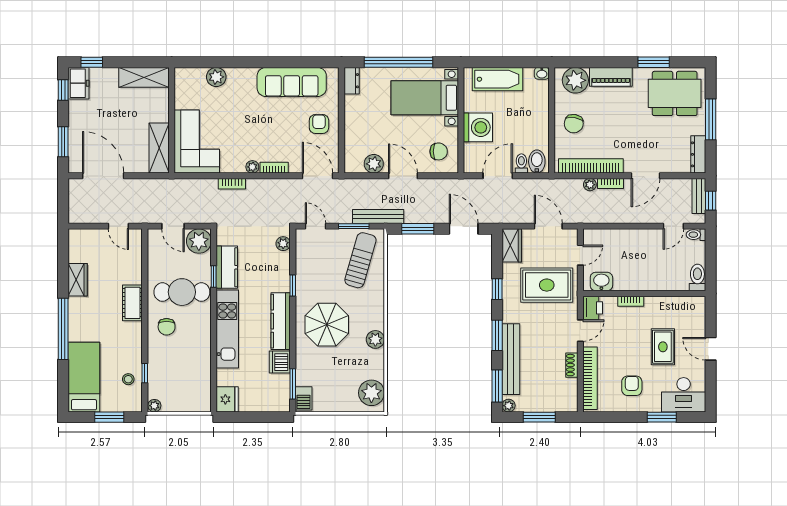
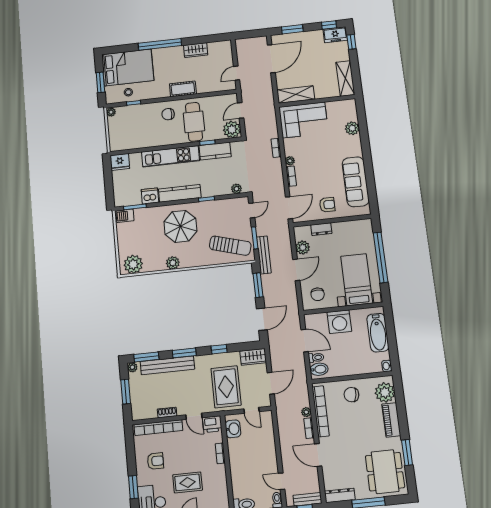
dresser: (352, 81) -> (321, 229), moved
bed: (84, 377) -> (128, 67), width x1.50

